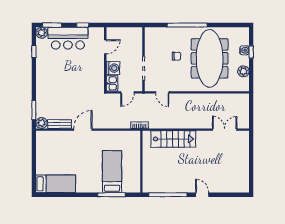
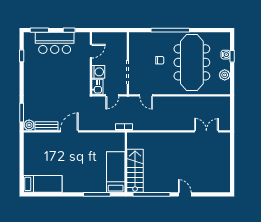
plant: (42, 33) -> (29, 38), removed
stairs: (173, 139) -> (135, 171), moved, turned -90
bed: (112, 172) -> (116, 172), moved

